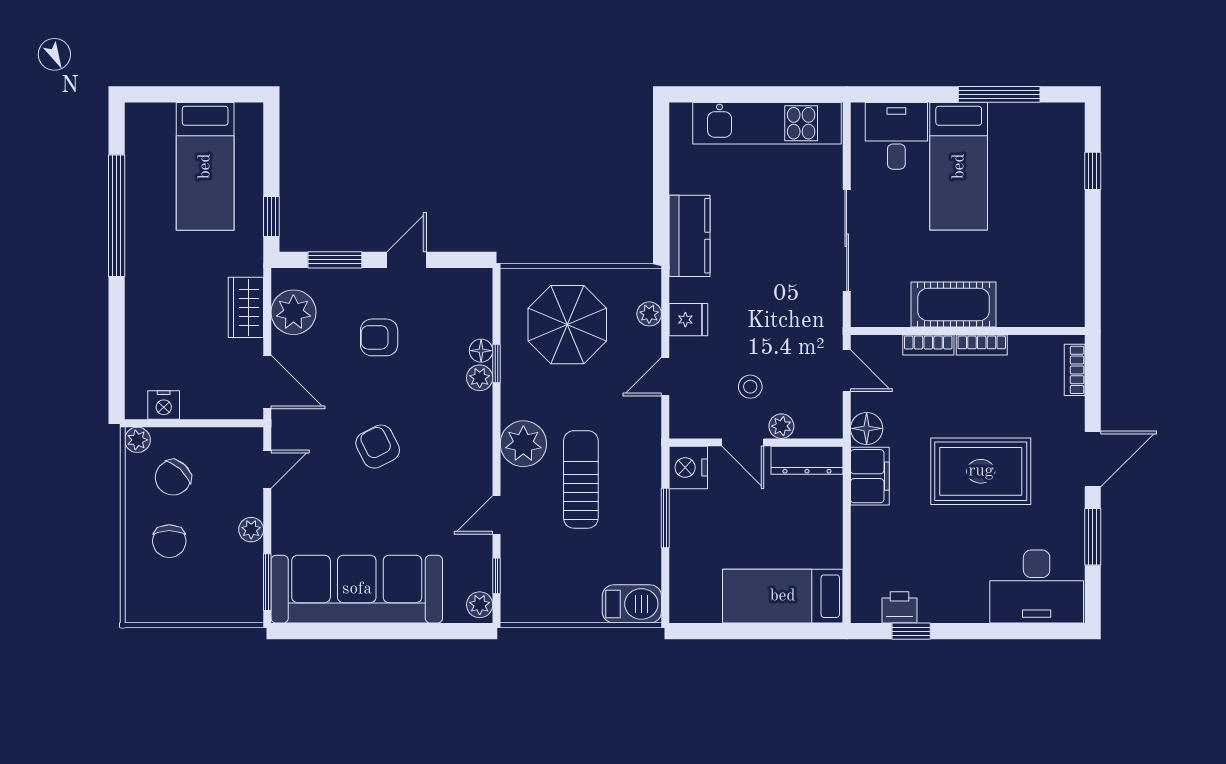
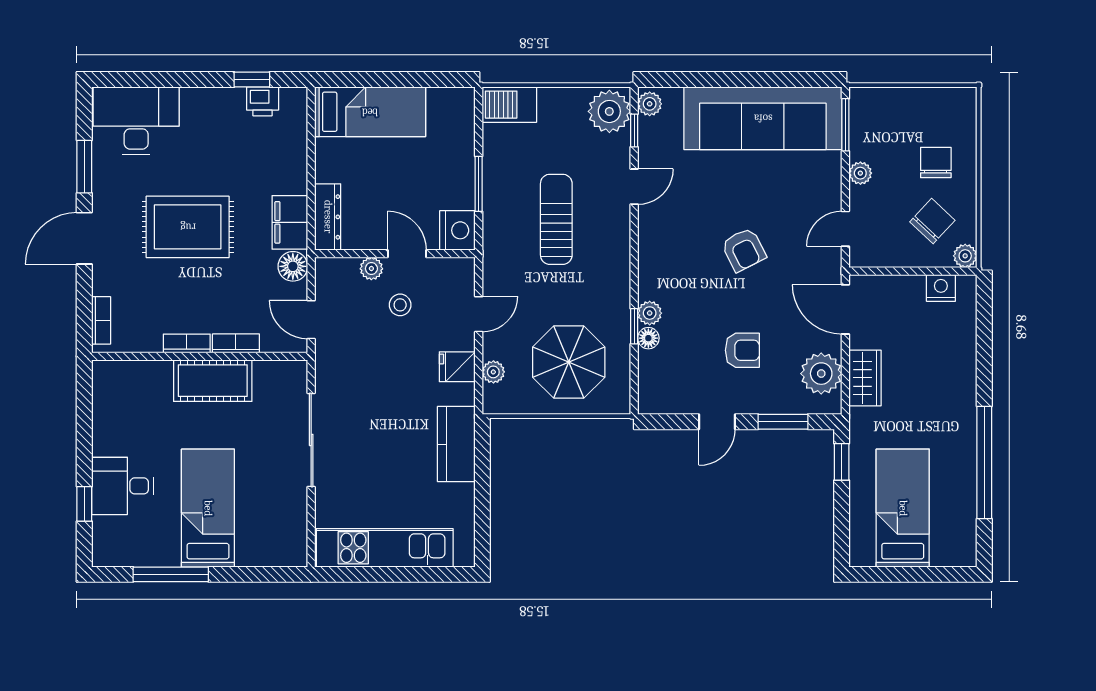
desk: (896, 136) -> (123, 486), moved, turned 90
plant: (523, 444) -> (609, 111), moved
dresser: (807, 460) -> (328, 217), moved, turned 90
sun lounger: (581, 479) -> (556, 219), turned 180

